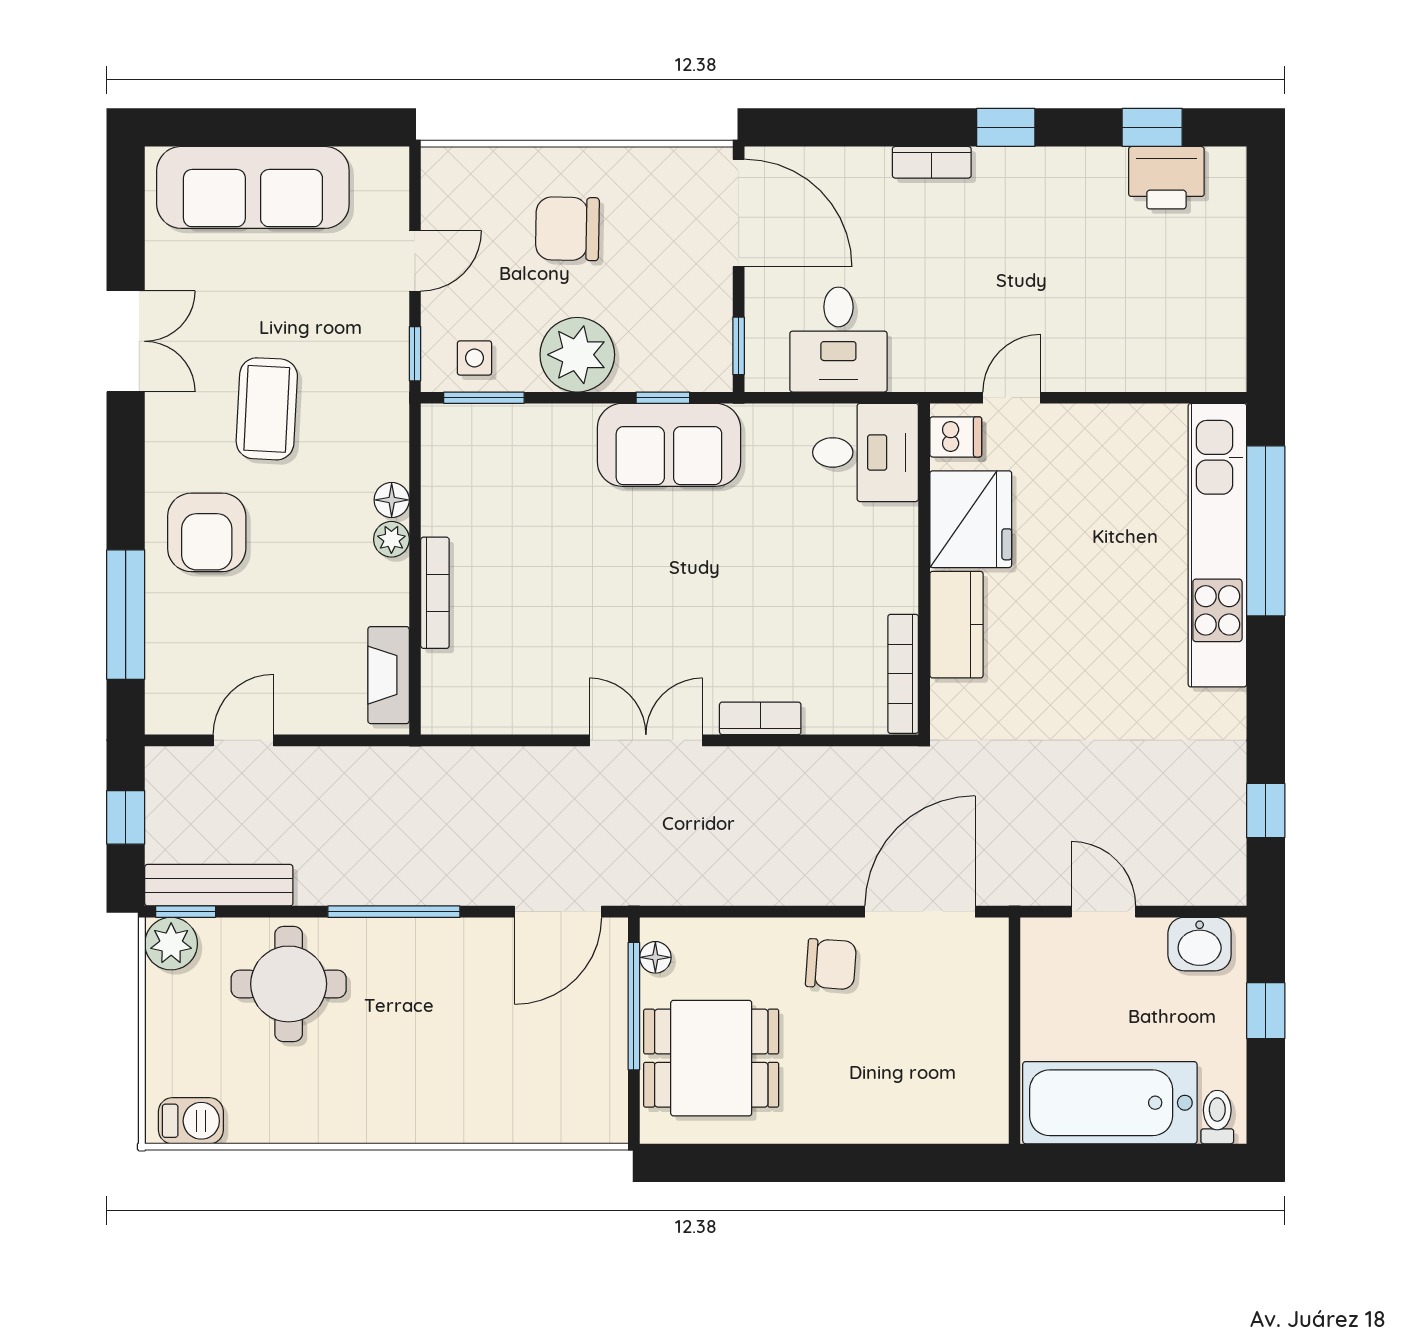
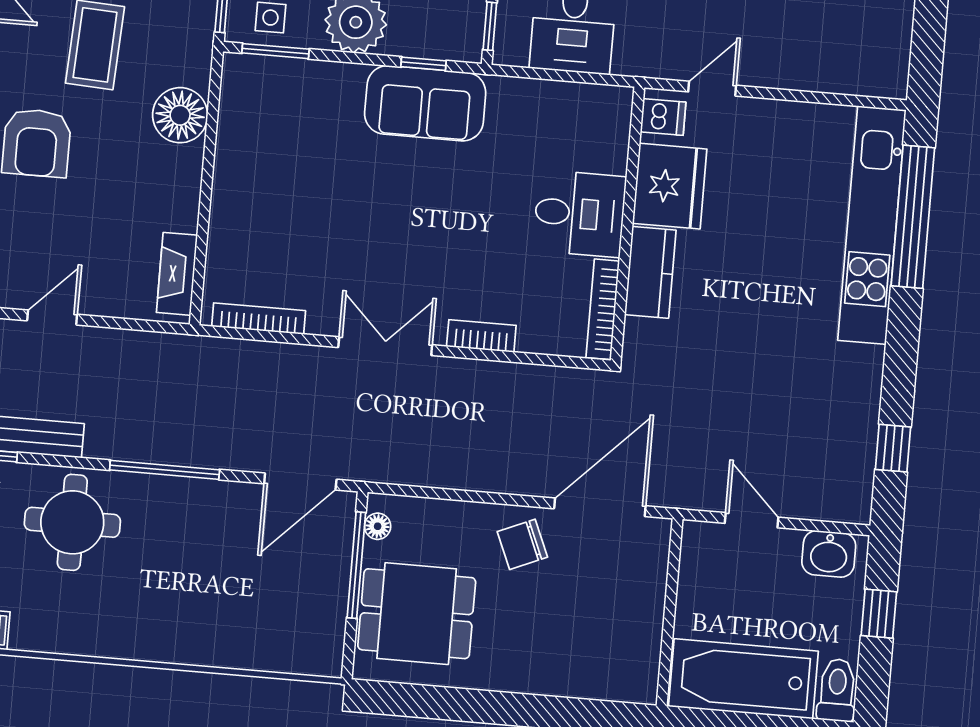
desk: (865, 452) -> (580, 214), moved
floor lamp: (392, 500) -> (180, 115), width x1.89, depth x1.89
plant: (391, 539) -> (189, 162), removed
bookcase: (435, 593) -> (259, 319), moved, turned -90
chair: (831, 964) -> (522, 544), turned 153
toilet: (1217, 1117) -> (837, 690), width x1.37, depth x1.39

